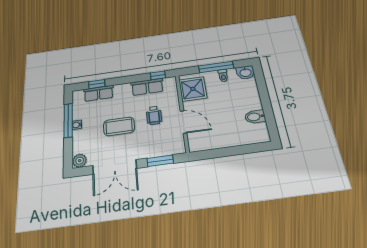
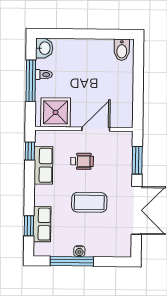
bidet: (255, 117) -> (122, 50), moved
coffee table: (119, 126) -> (89, 202), turned 90
plant: (80, 161) -> (123, 249), removed

